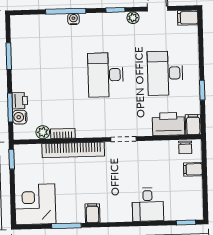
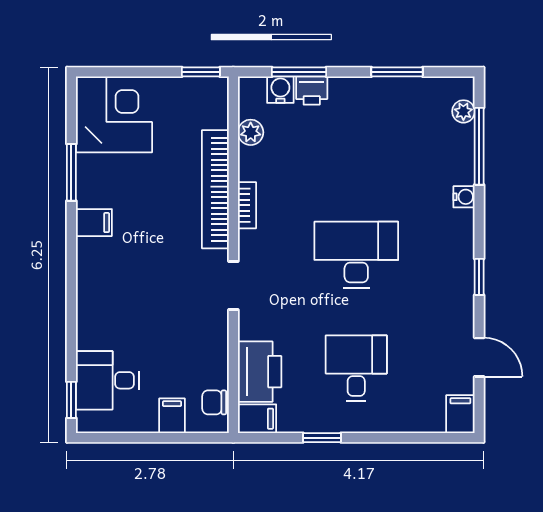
window: (66, 11) -> (479, 146), moved
plant: (133, 18) -> (463, 111), moved
desk: (165, 73) -> (356, 368), width x0.73
bookcase: (63, 134) -> (247, 205), moved
desk: (148, 205) -> (107, 380), moved

